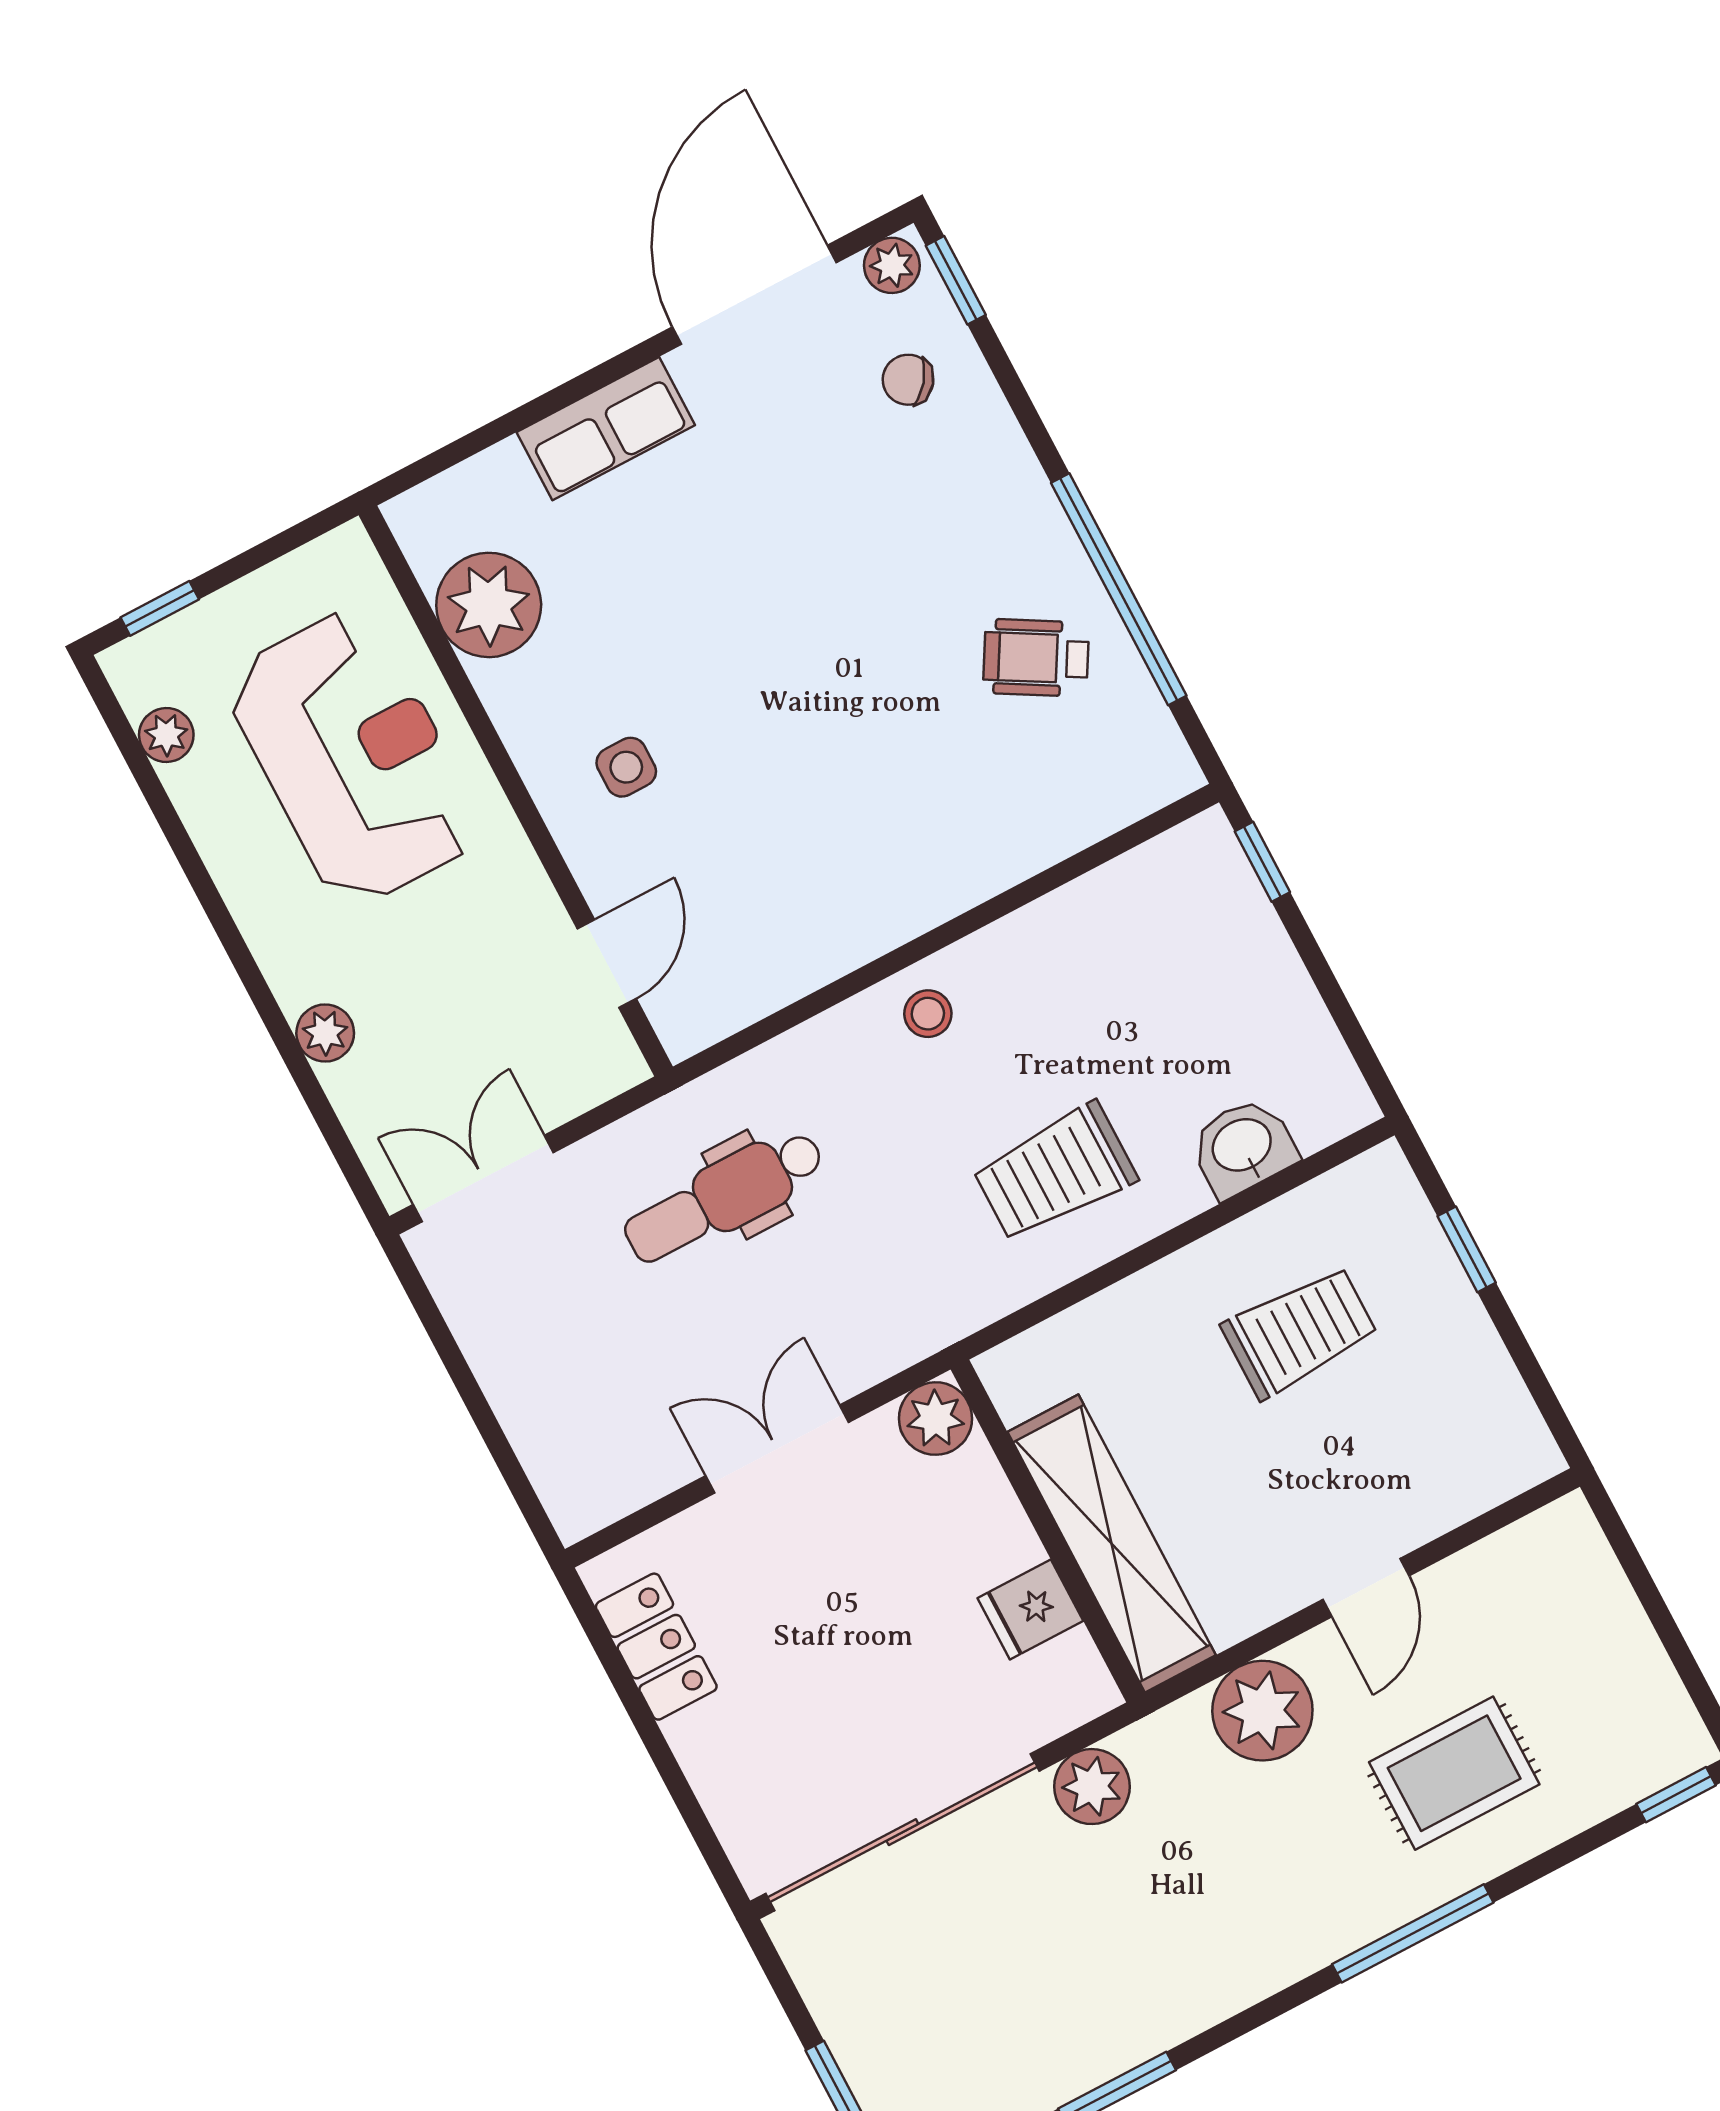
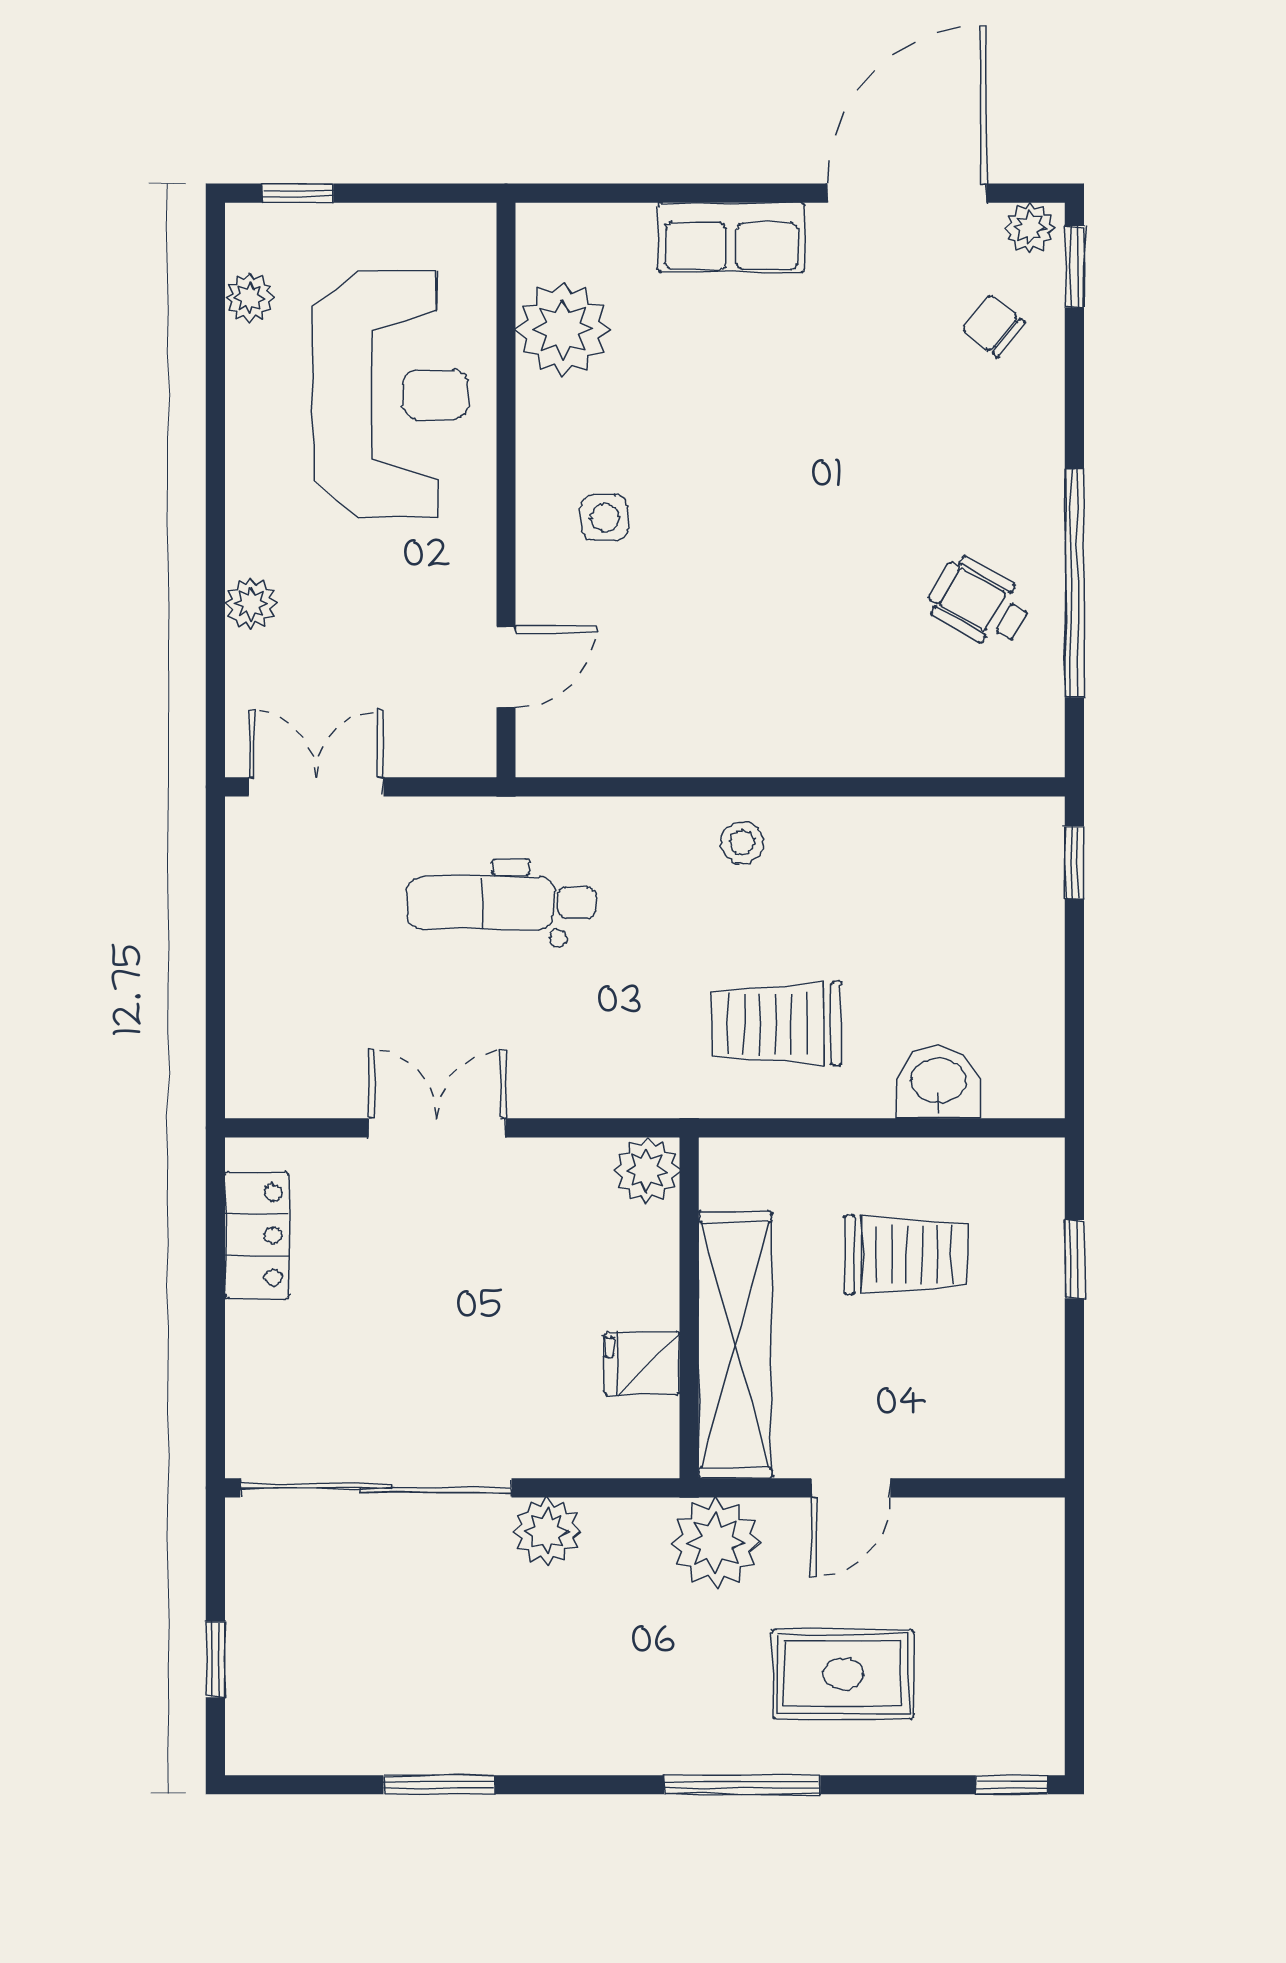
plant: (935, 1419) -> (647, 1170), moved
wall: (1048, 1531) -> (689, 1308), moved
shelving: (1112, 1543) -> (735, 1345), moved
fridge: (1030, 1609) -> (642, 1364), moved

